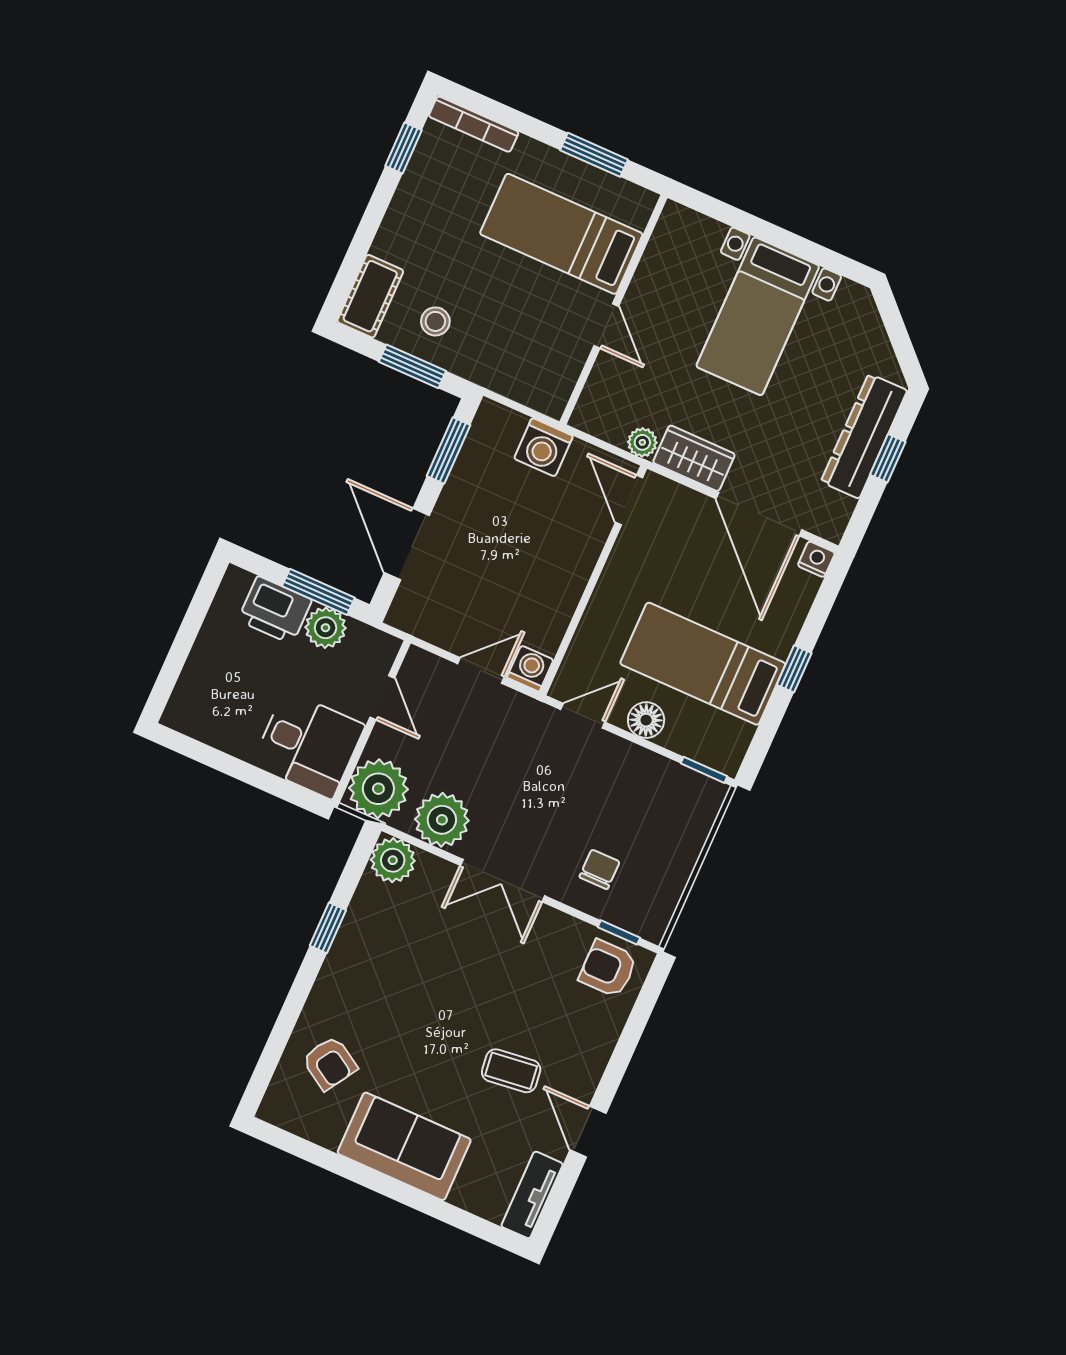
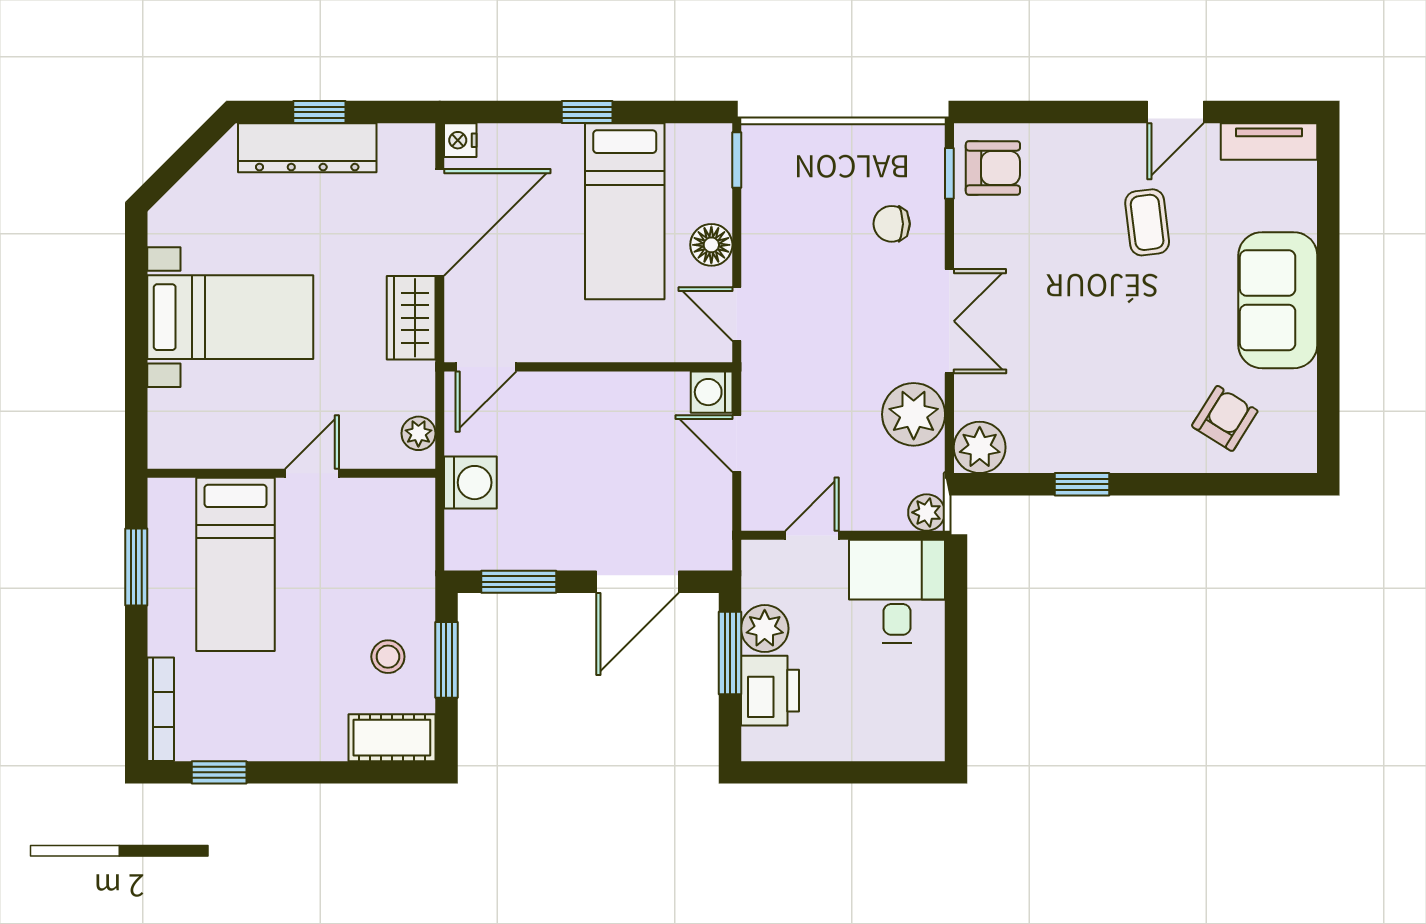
plant: (642, 442) -> (418, 433), moved
plant: (378, 789) -> (927, 512), width x0.53, depth x0.53
armchair: (608, 969) -> (993, 168), turned -90

